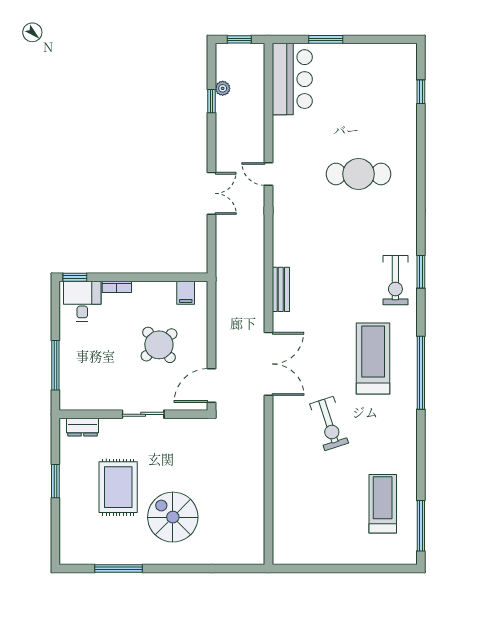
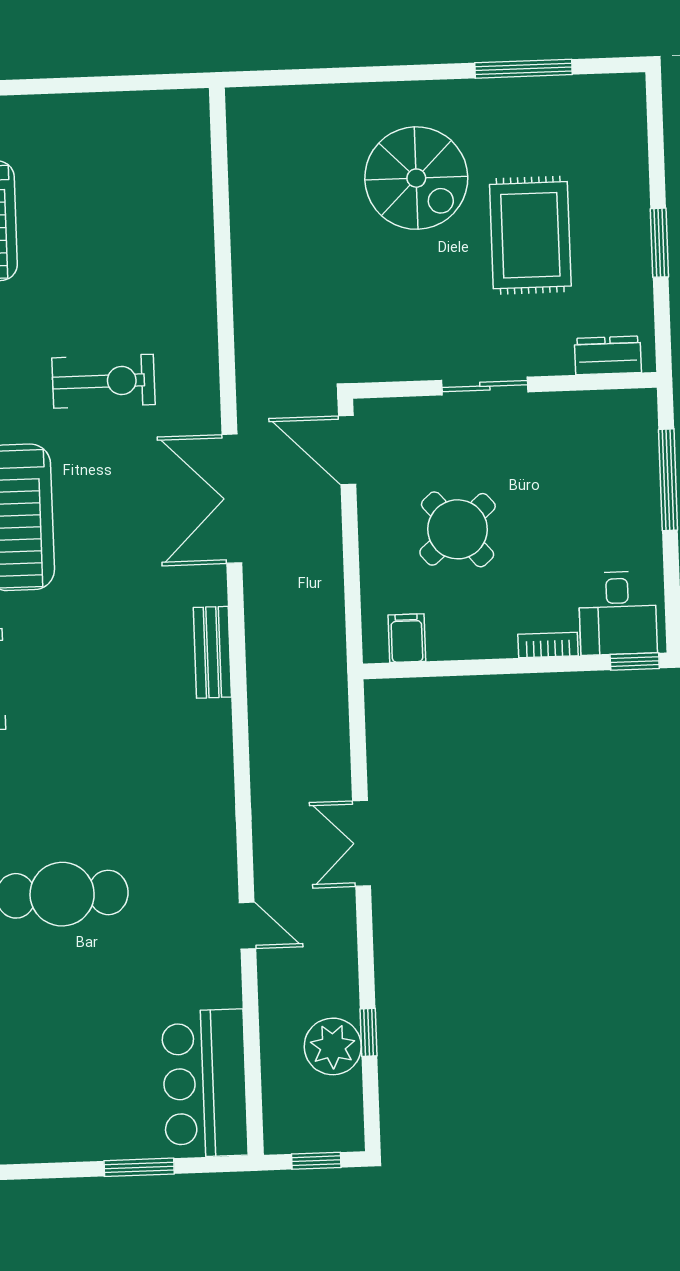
plant: (223, 88) -> (333, 1046), width x1.88, depth x1.88
door: (269, 174) -> (248, 926), moved
door: (211, 386) -> (347, 450), swing flipped
exercise bike: (329, 424) -> (104, 381), turned 108

